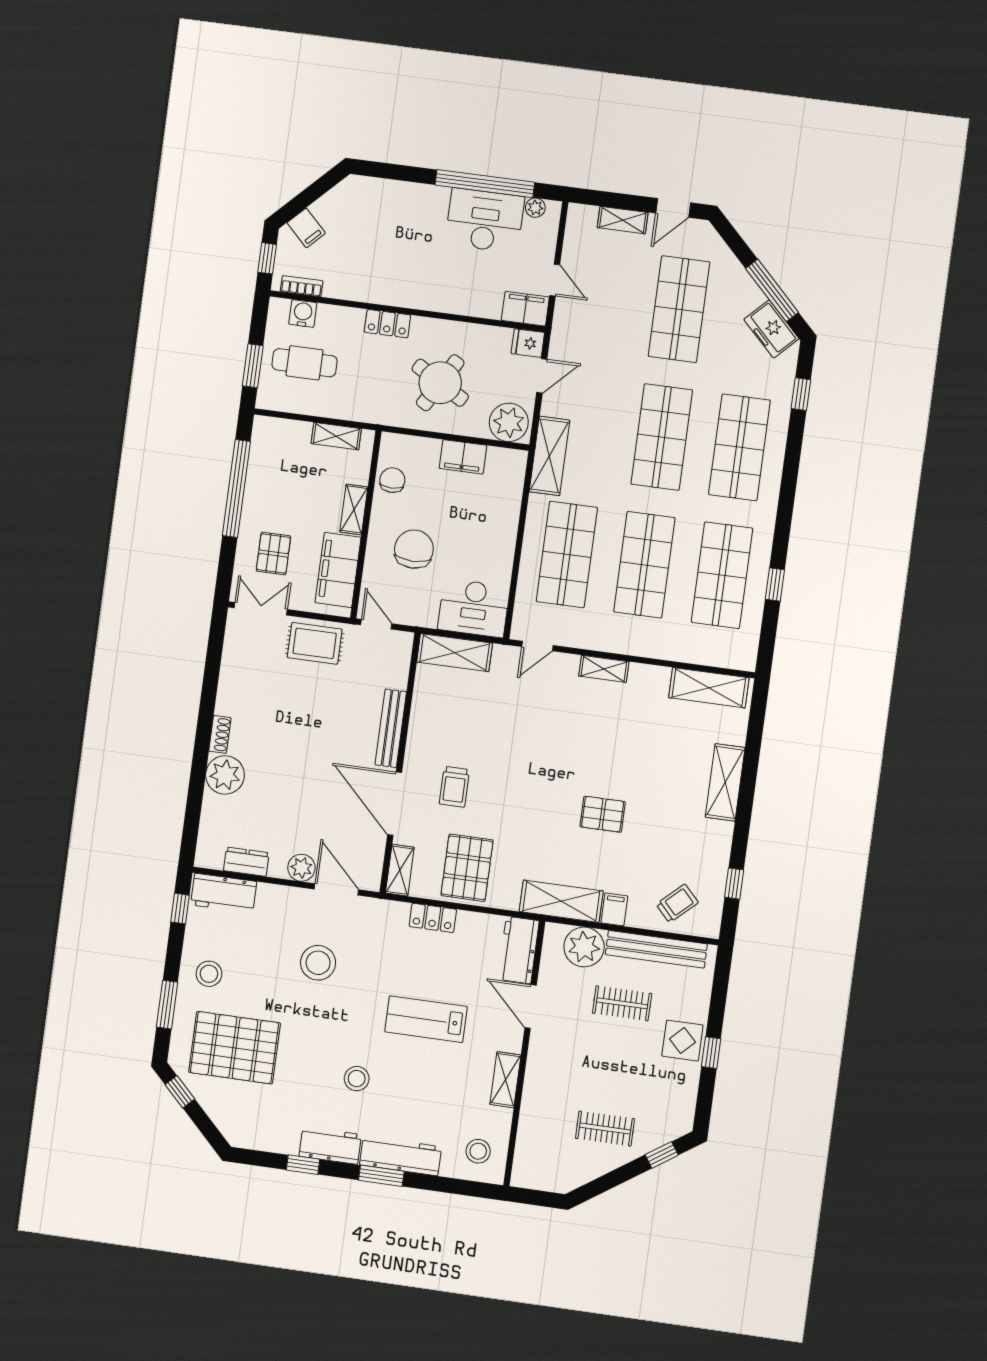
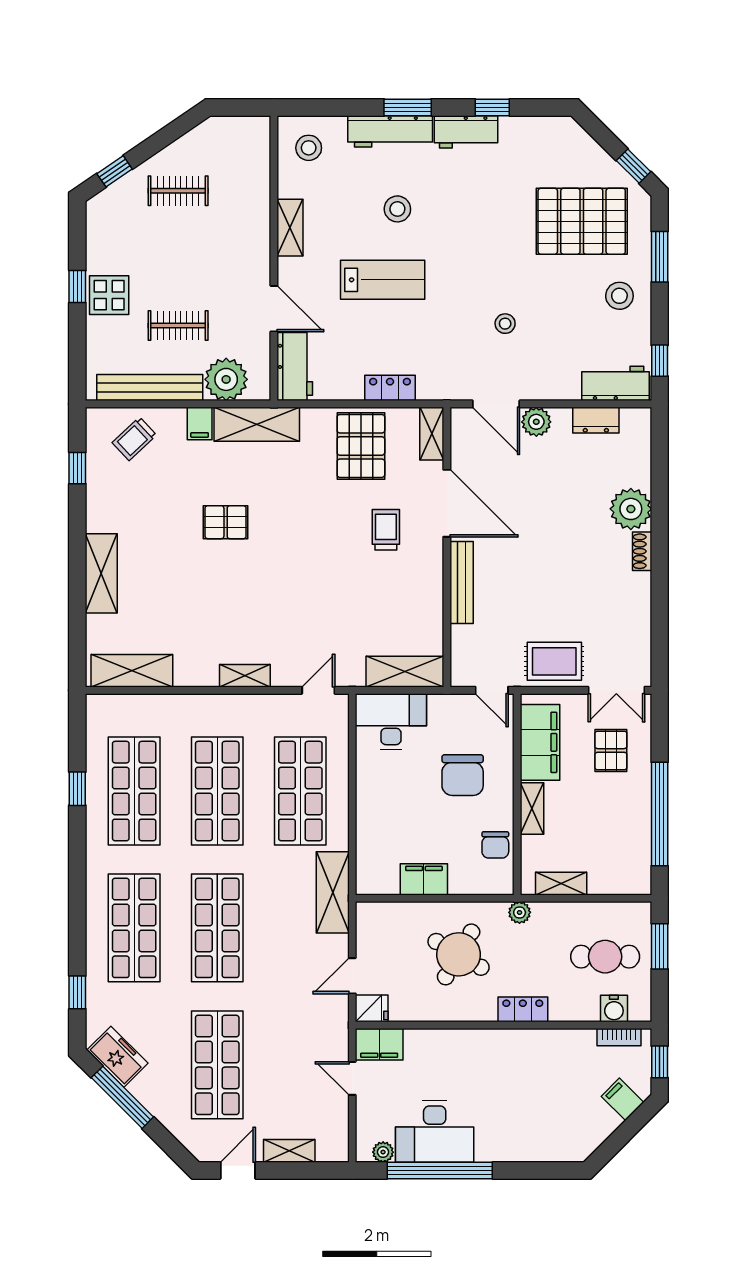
plant: (509, 422) -> (520, 912), moved, width x0.53, depth x0.53
stool: (318, 963) -> (505, 324), width x0.53, depth x0.53
stool: (357, 1079) -> (397, 209), moved

